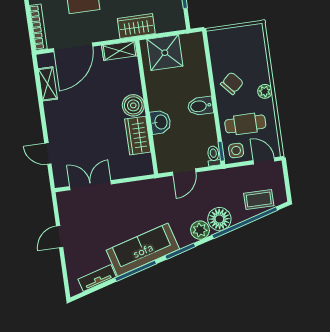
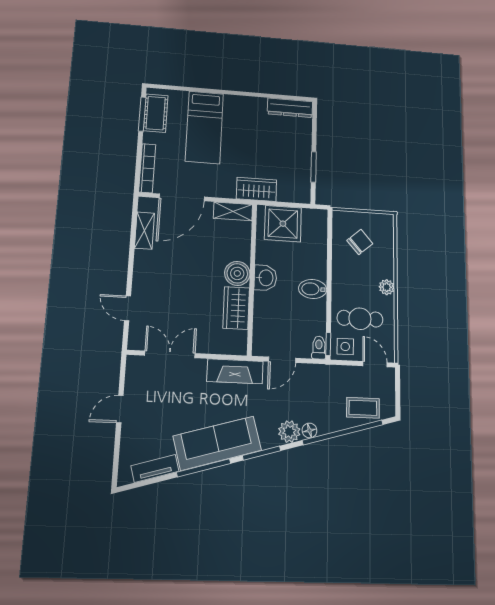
chair: (232, 83) -> (360, 242), moved
washbasin: (160, 122) -> (265, 278), moved
fireplace: (147, 189) -> (235, 371), added
floor lamp: (219, 219) -> (309, 430), width x0.53, depth x0.53

